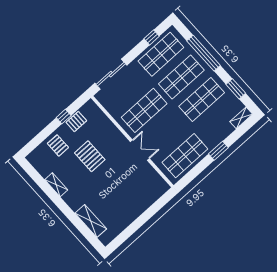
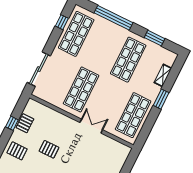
shop shelf: (181, 77) -> (102, 47), removed
shelving: (241, 118) -> (163, 75), moved
pallet: (90, 156) -> (49, 149), width x0.67, depth x0.71

